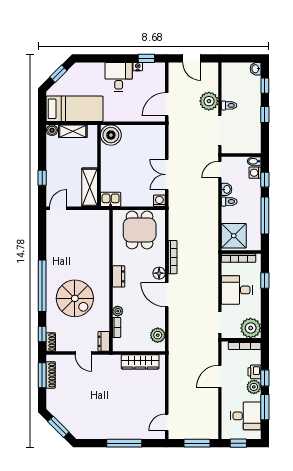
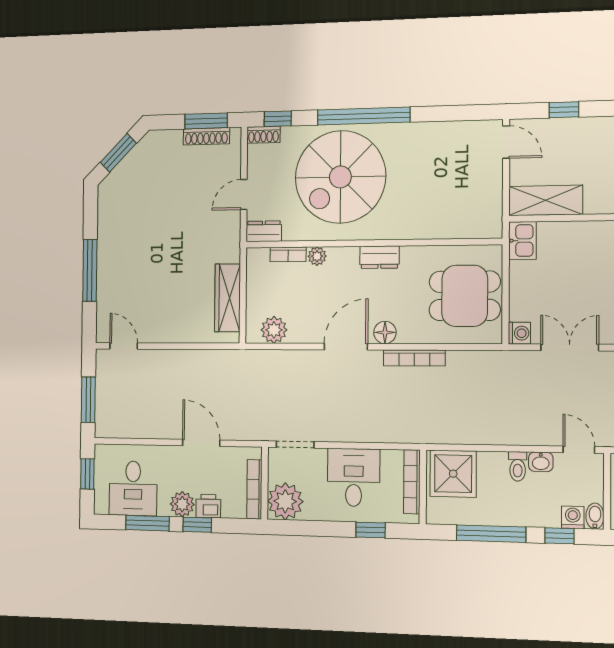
spiral stairs: (75, 298) -> (340, 177), width x1.37, depth x1.37

